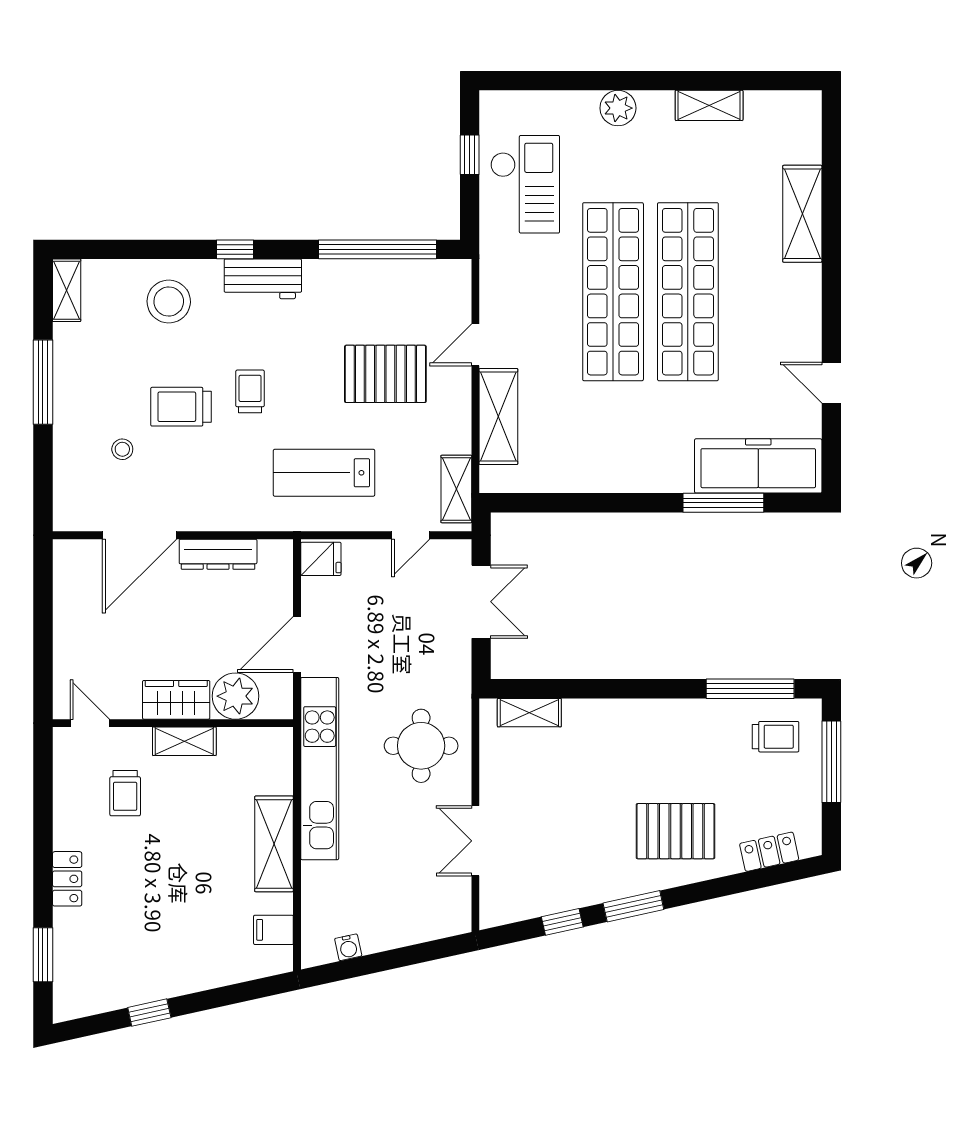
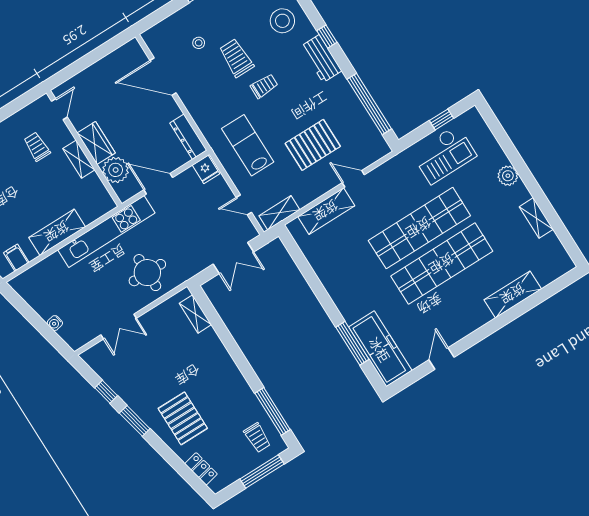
pallet: (385, 374) -> (313, 145), turned 90
dresser: (218, 554) -> (188, 137), moved
trolley: (125, 793) -> (37, 147), turned 90
double door: (475, 841) -> (119, 327), swing flipped
water cooler: (348, 947) -> (55, 323), moved

